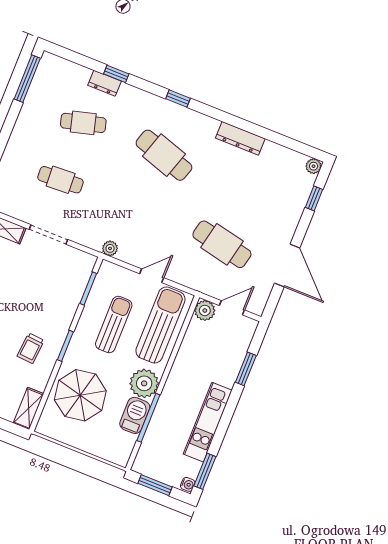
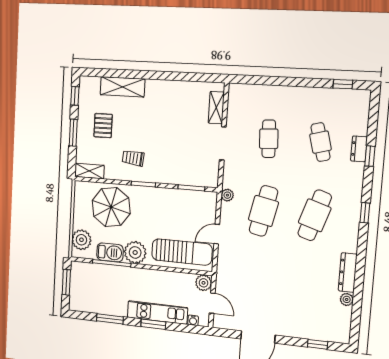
window: (27, 79) -> (343, 84), width x0.46
plant: (314, 166) -> (347, 299), moved
cafe table: (222, 244) -> (263, 211), moved
door: (152, 276) -> (217, 234), swing flipped
sun lounger: (114, 325) -> (171, 216), removed
window: (246, 369) -> (153, 324), moved
kitchen unit: (208, 422) -> (157, 312), moved
plant: (109, 447) -> (81, 240), added
window: (205, 471) -> (110, 319), moved
water cooler: (188, 484) -> (193, 320), moved

